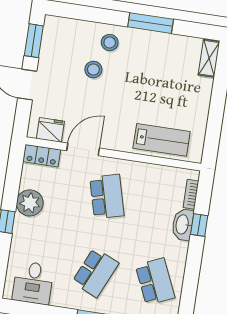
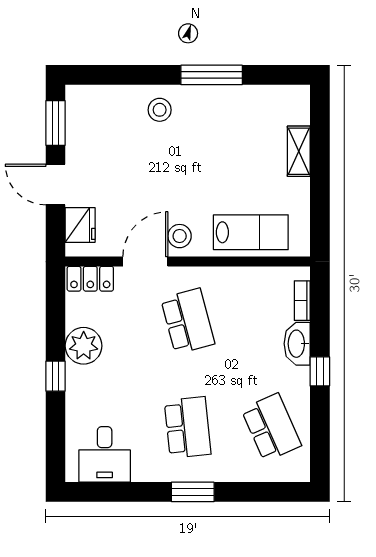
shelving: (209, 58) -> (299, 151), moved
stool: (93, 69) -> (180, 236), moved
fridge: (50, 130) -> (80, 225), moved, turned 90
window: (199, 225) -> (320, 371), moved
school desk: (95, 273) -> (188, 427), turned -30

